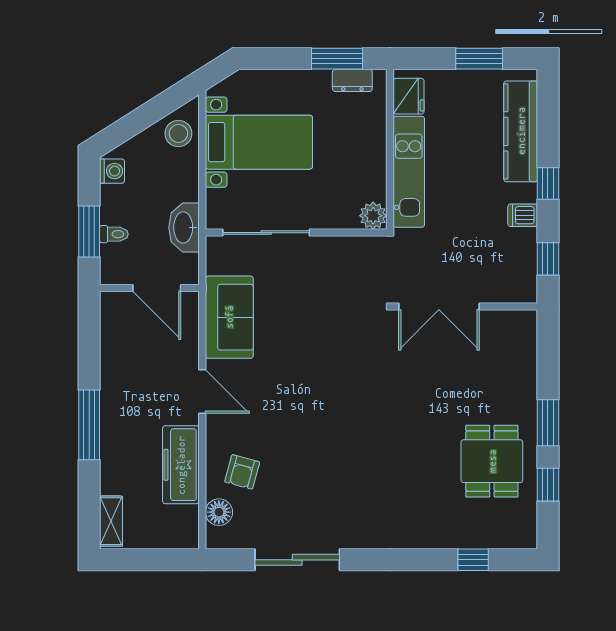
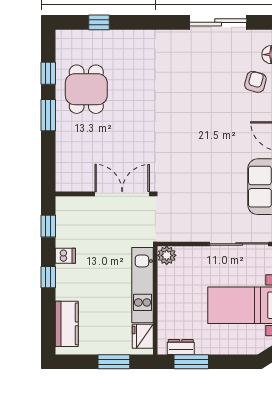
window: (479, 59) -> (114, 362), moved
kitchen counter: (521, 131) -> (67, 324), width x0.67

